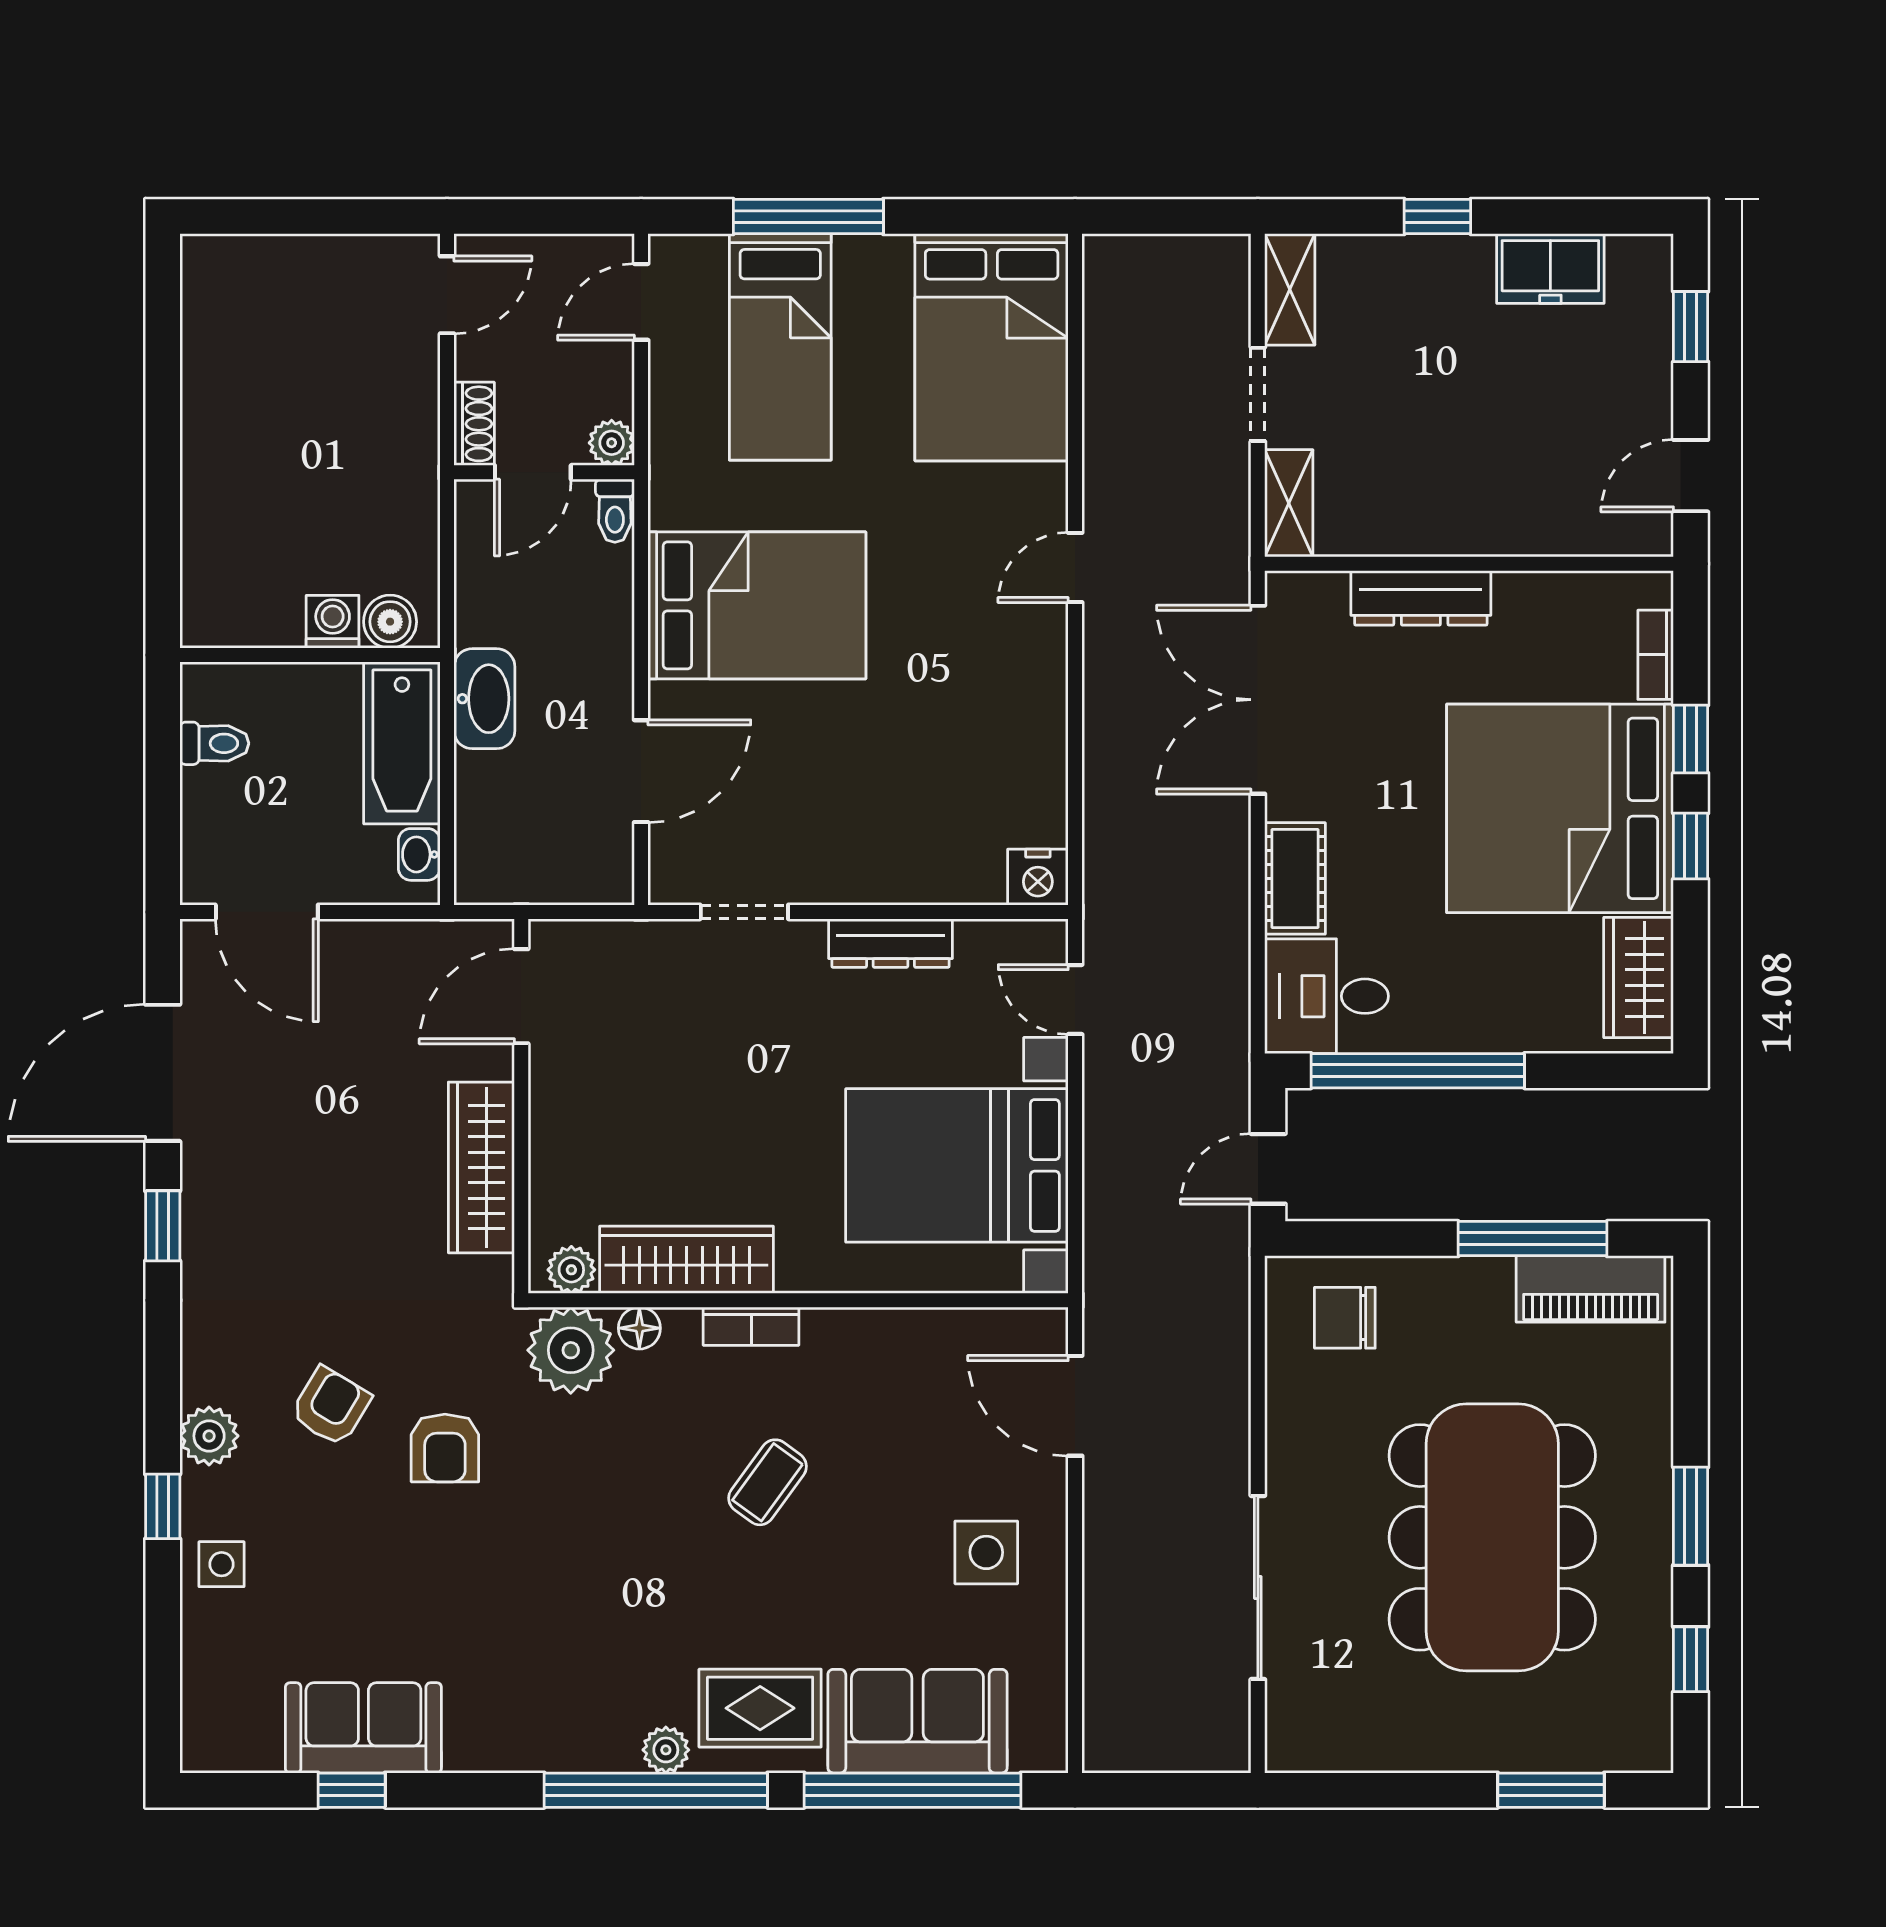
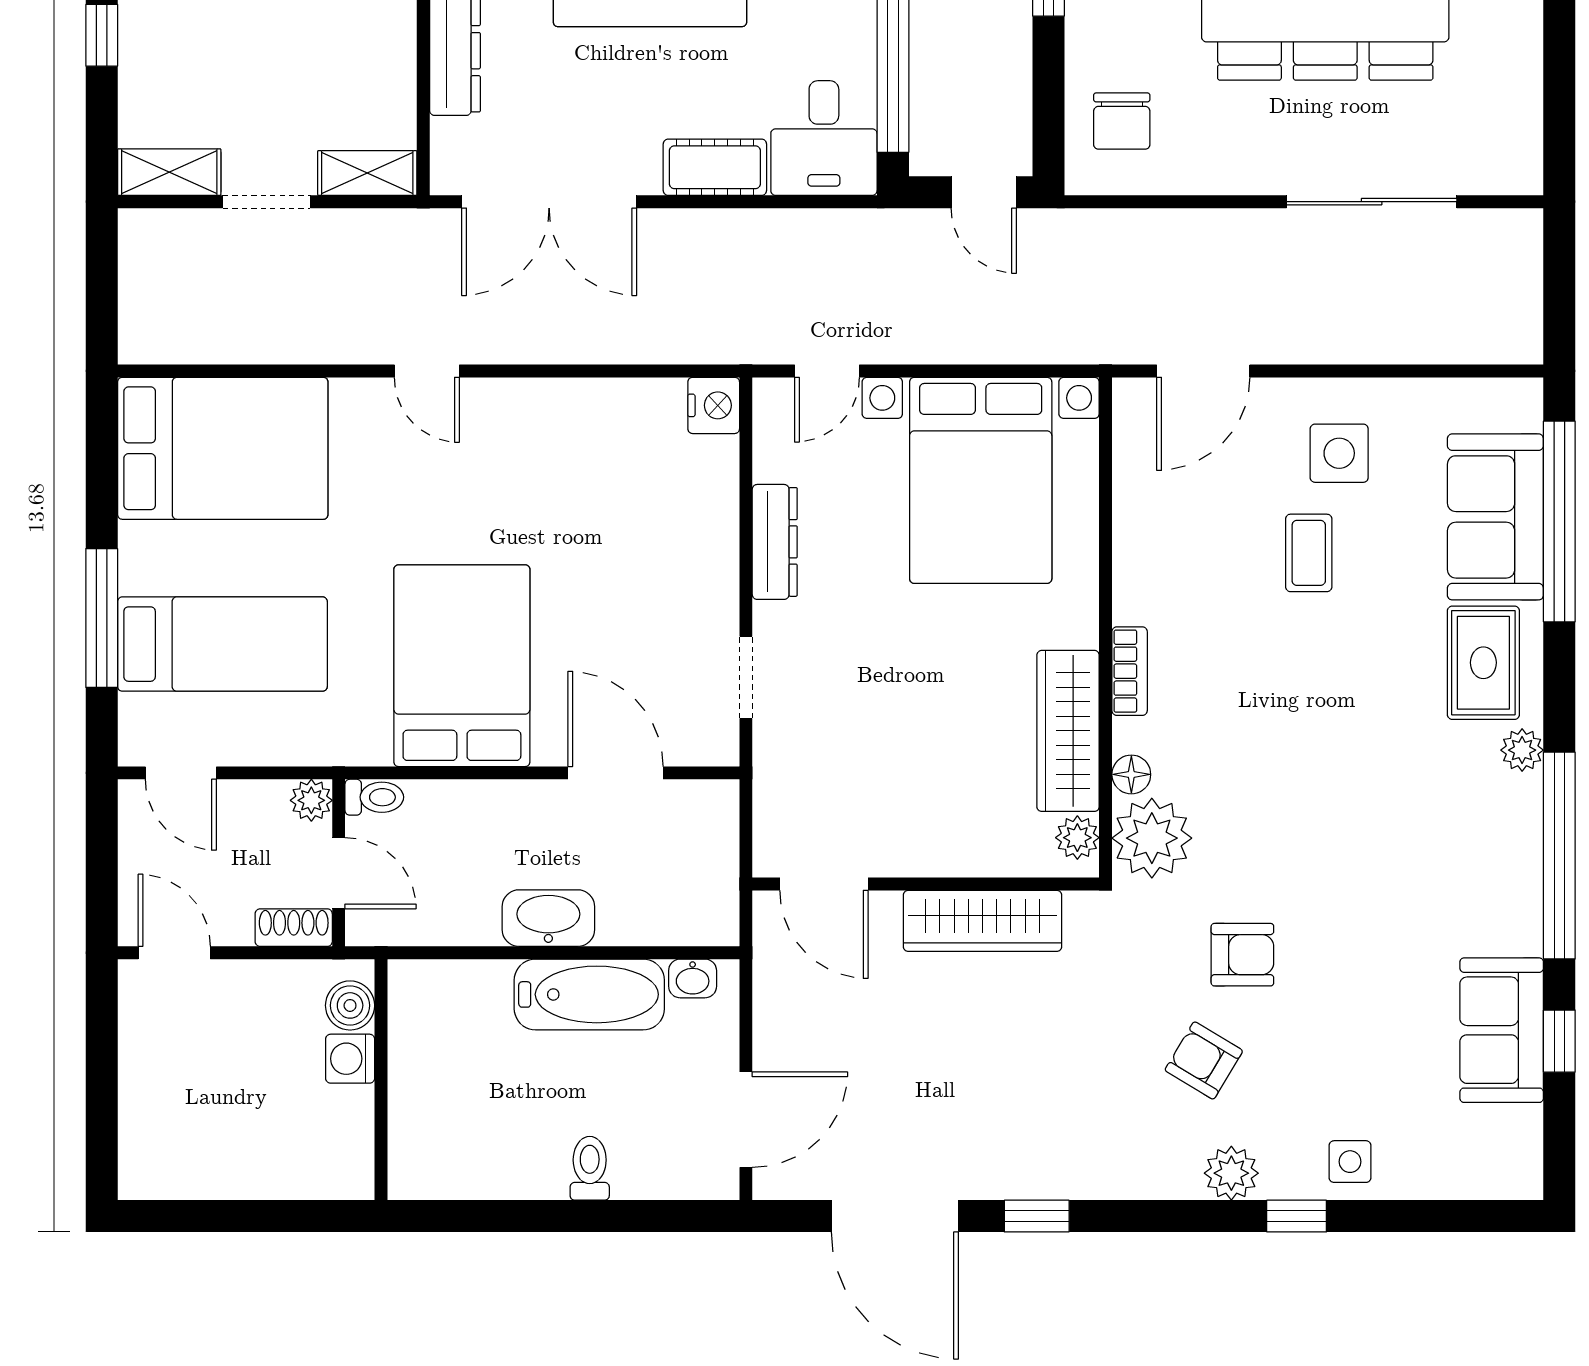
washing machine: (333, 622) -> (350, 1059), moved
boiler: (390, 622) -> (350, 1005), moved
wall: (310, 655) -> (381, 1080), moved
coffee table: (768, 1482) -> (1309, 553), moved, turned 54
window: (656, 1790) -> (1559, 856), moved

